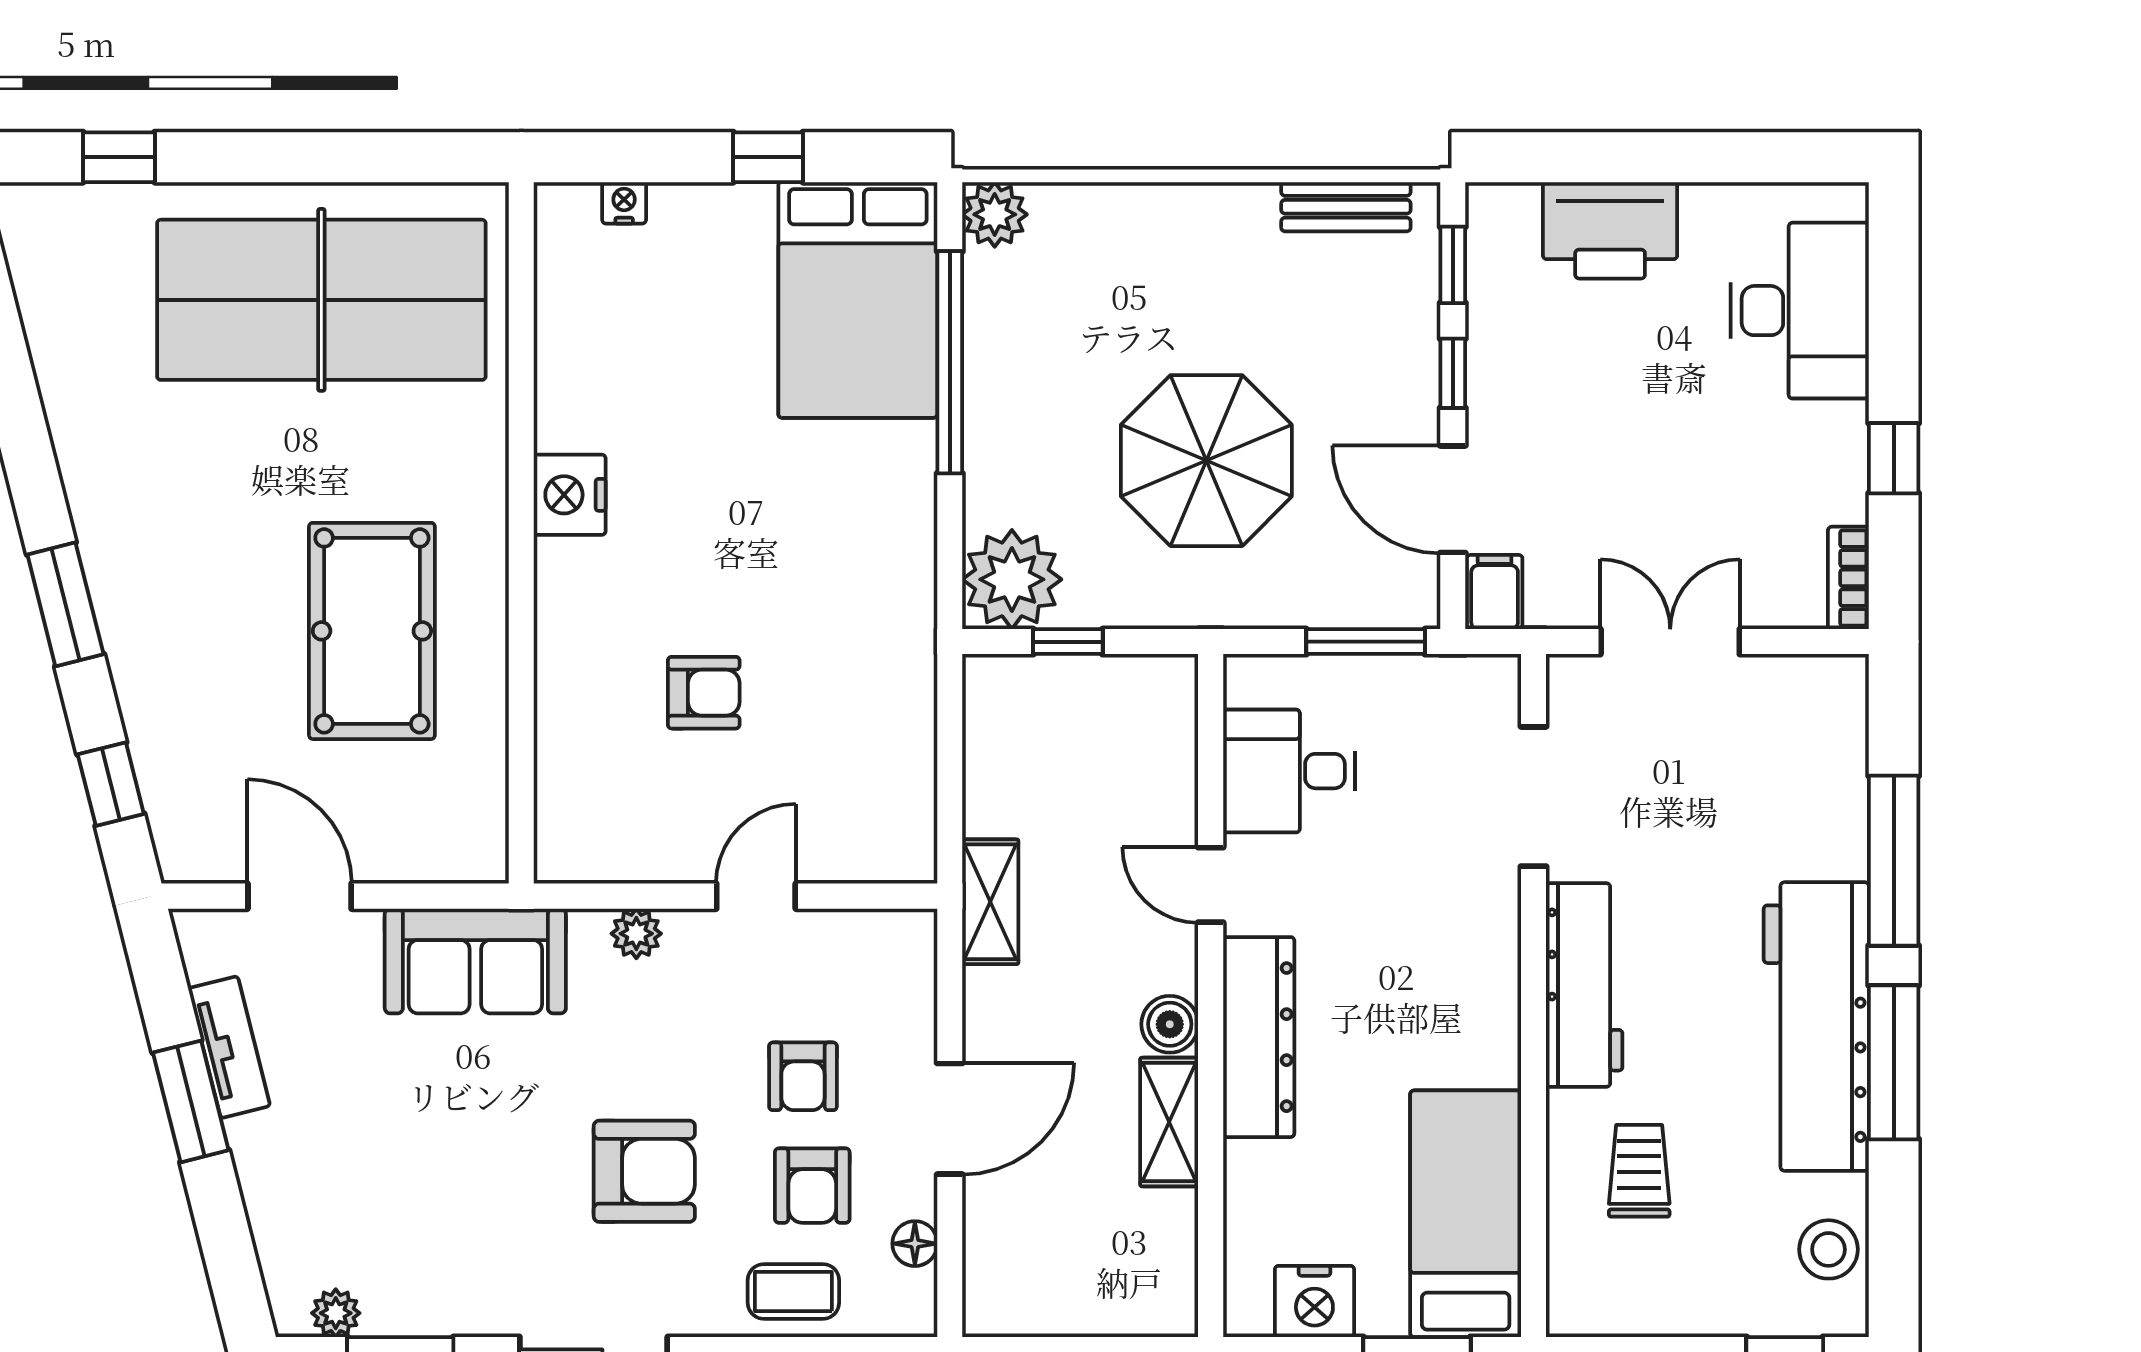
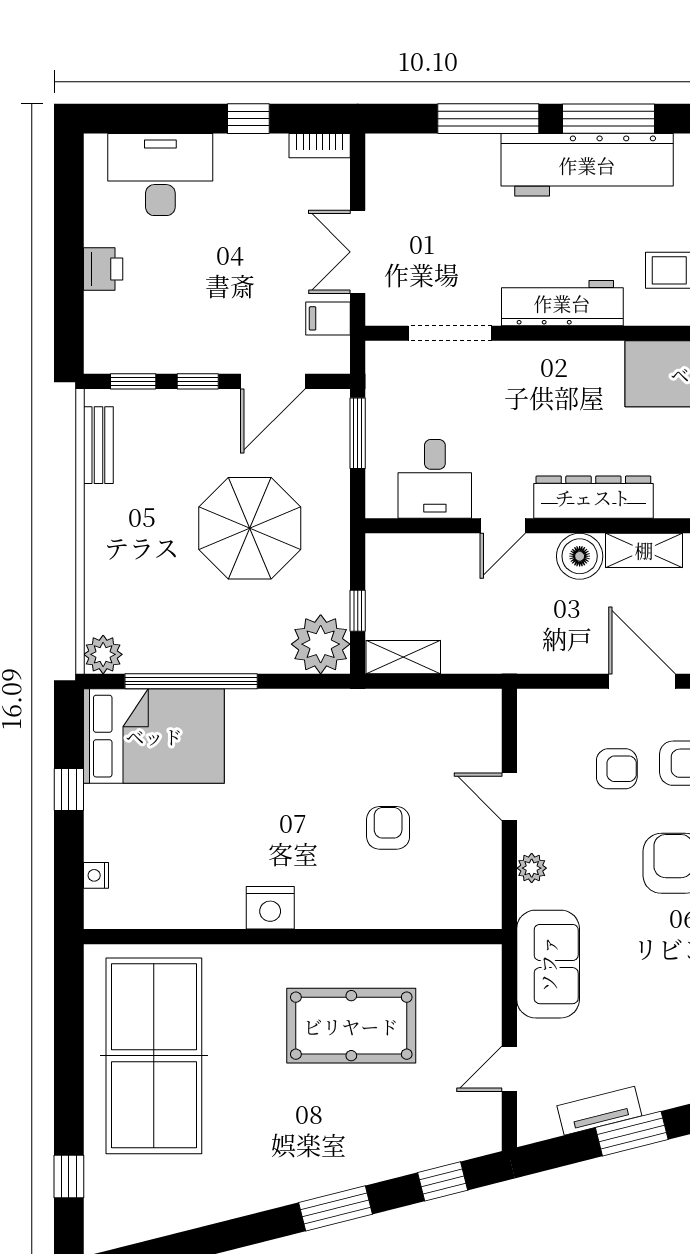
printer: (1610, 230) -> (103, 269), width x0.53, depth x0.68
filing cabinet: (1495, 592) -> (328, 318), moved
door: (300, 896) -> (509, 1069), width x0.73
shelving: (990, 902) -> (403, 657), moved
boiler: (1170, 1024) -> (580, 556), width x1.36, depth x1.36

